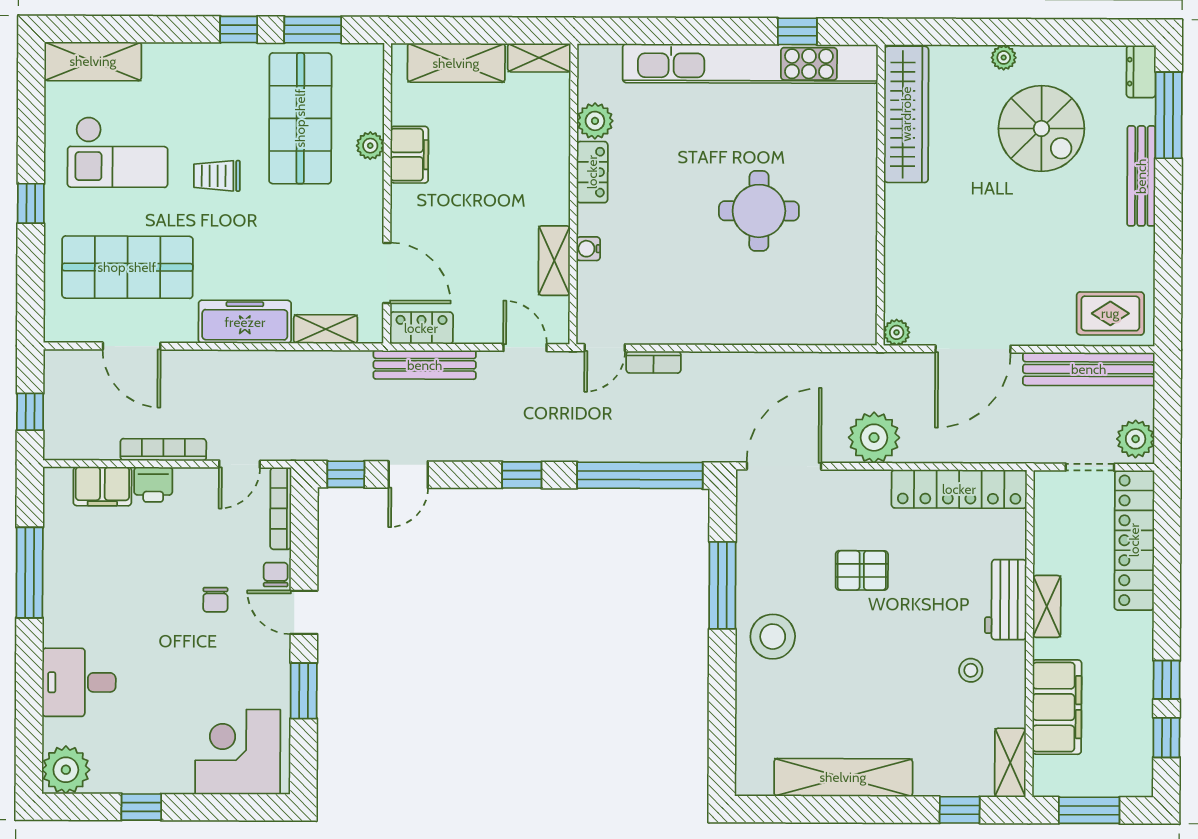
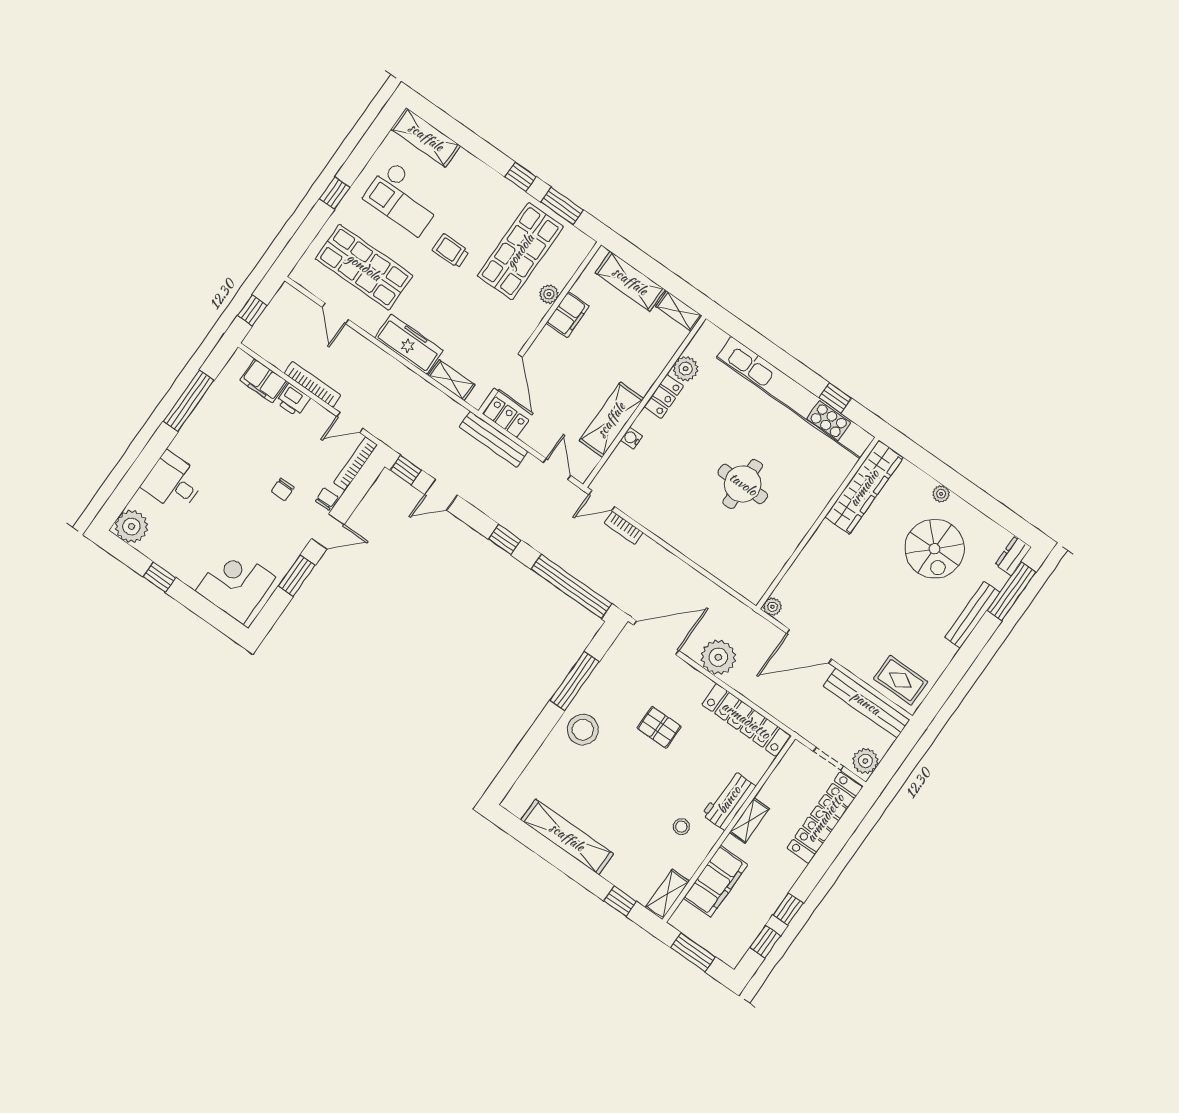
shelving: (554, 261) -> (611, 420), width x1.50, depth x1.33
door: (132, 346) -> (335, 313), width x0.73
door: (304, 612) -> (328, 531), swing flipped

